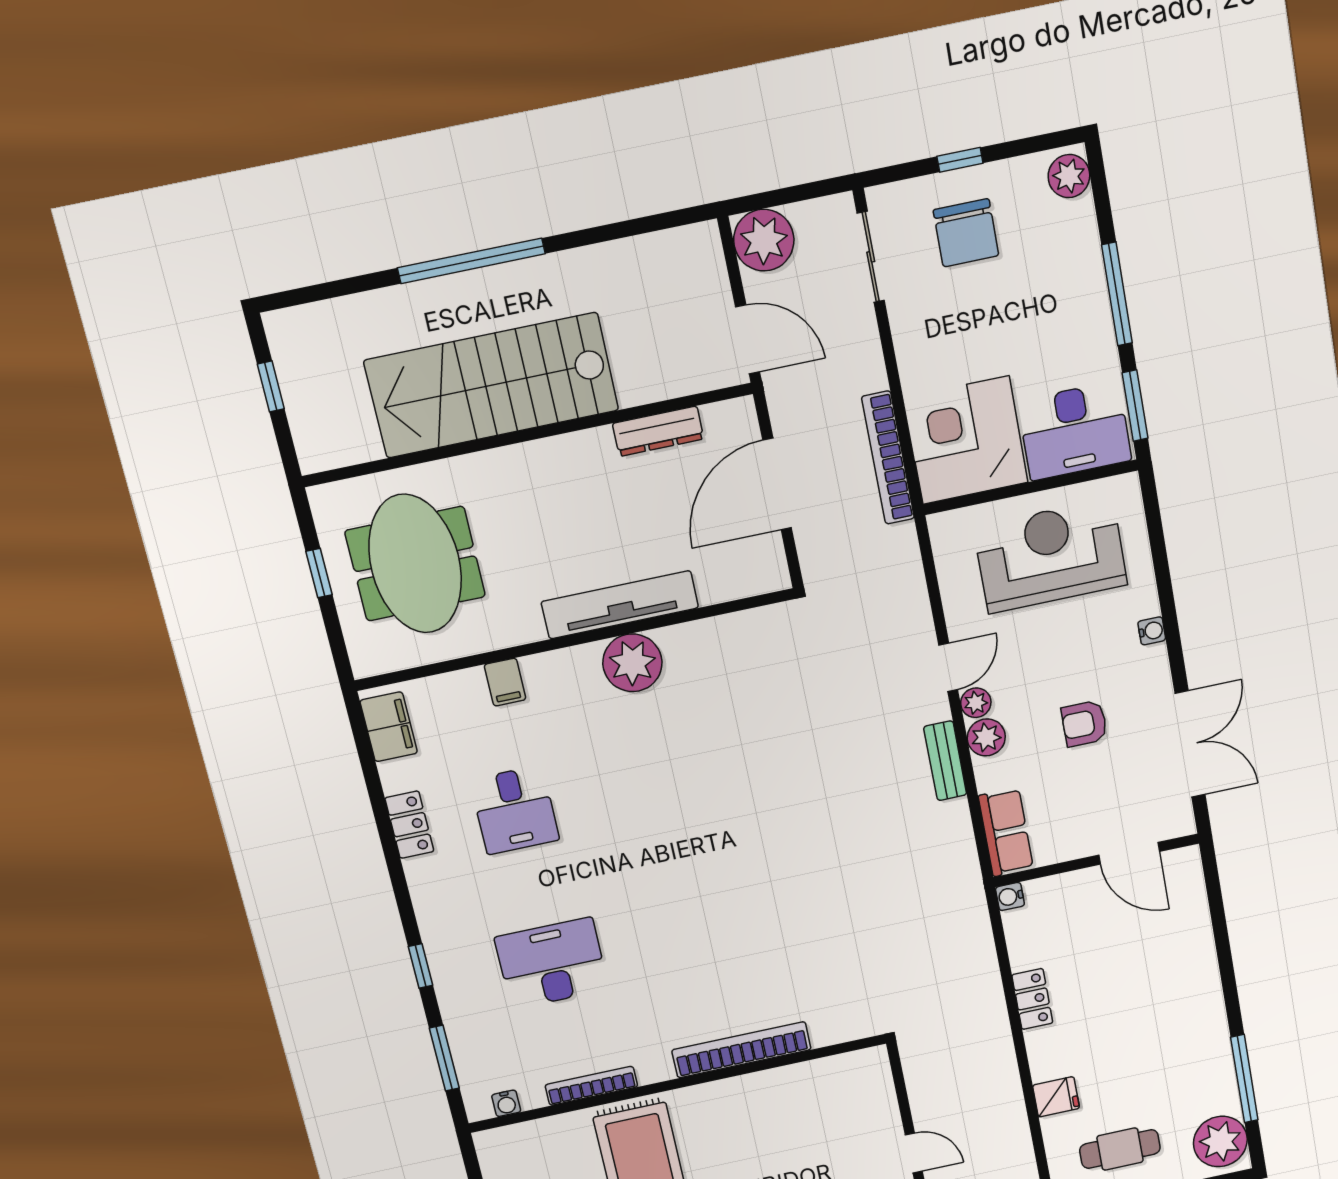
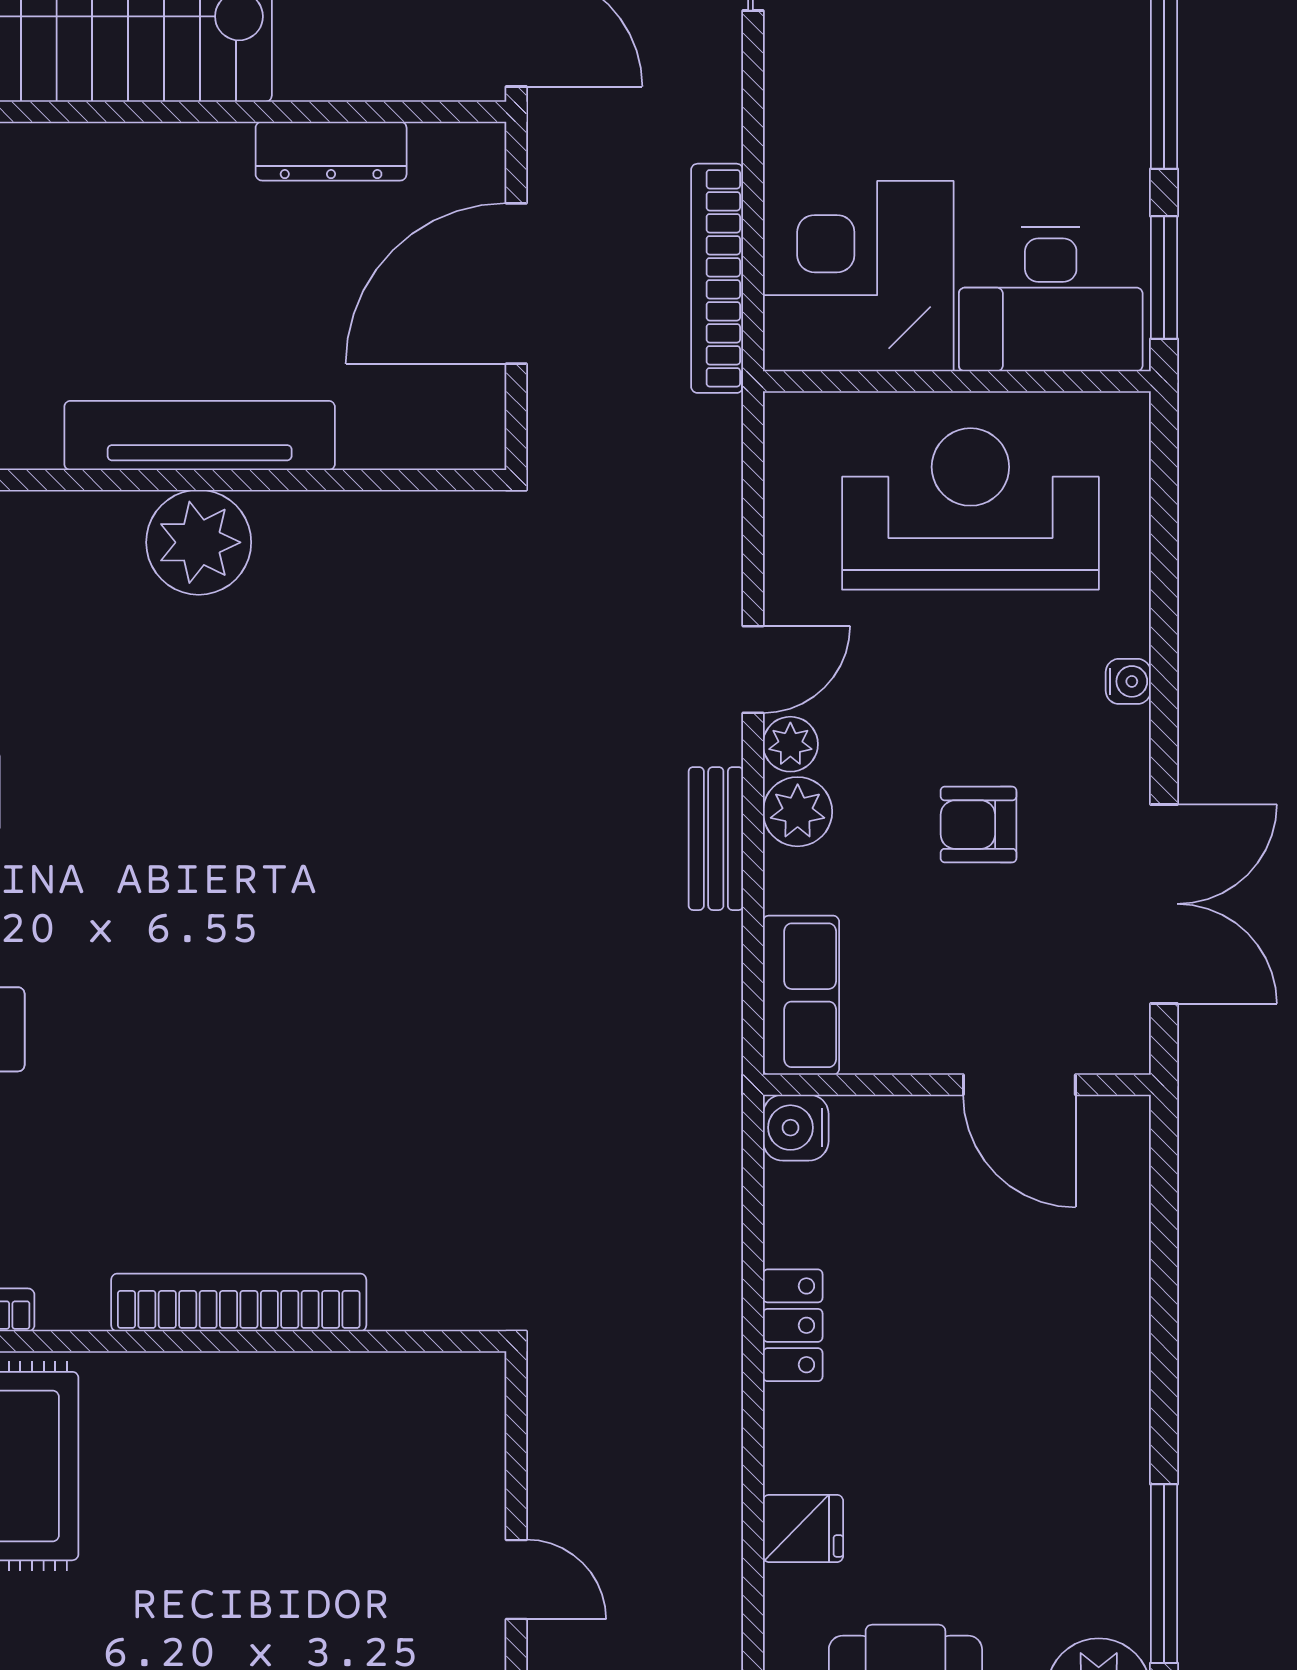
water cooler: (1010, 896) -> (796, 1128), width x1.38, depth x1.38

